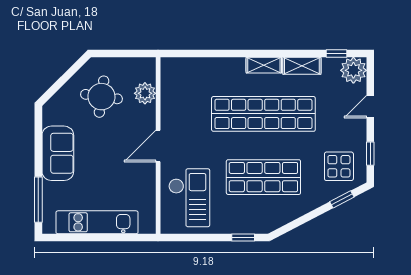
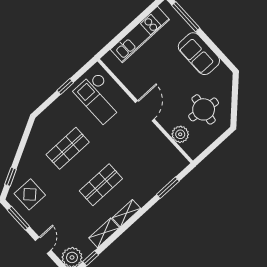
window: (203, 53) -> (168, 188), added
shop shelf: (263, 114) -> (101, 185), width x0.50, depth x0.74
window: (370, 154) -> (18, 218), width x1.50
shop shelf: (263, 177) -> (68, 148), width x0.70, depth x0.74
window: (243, 238) -> (65, 86), moved

